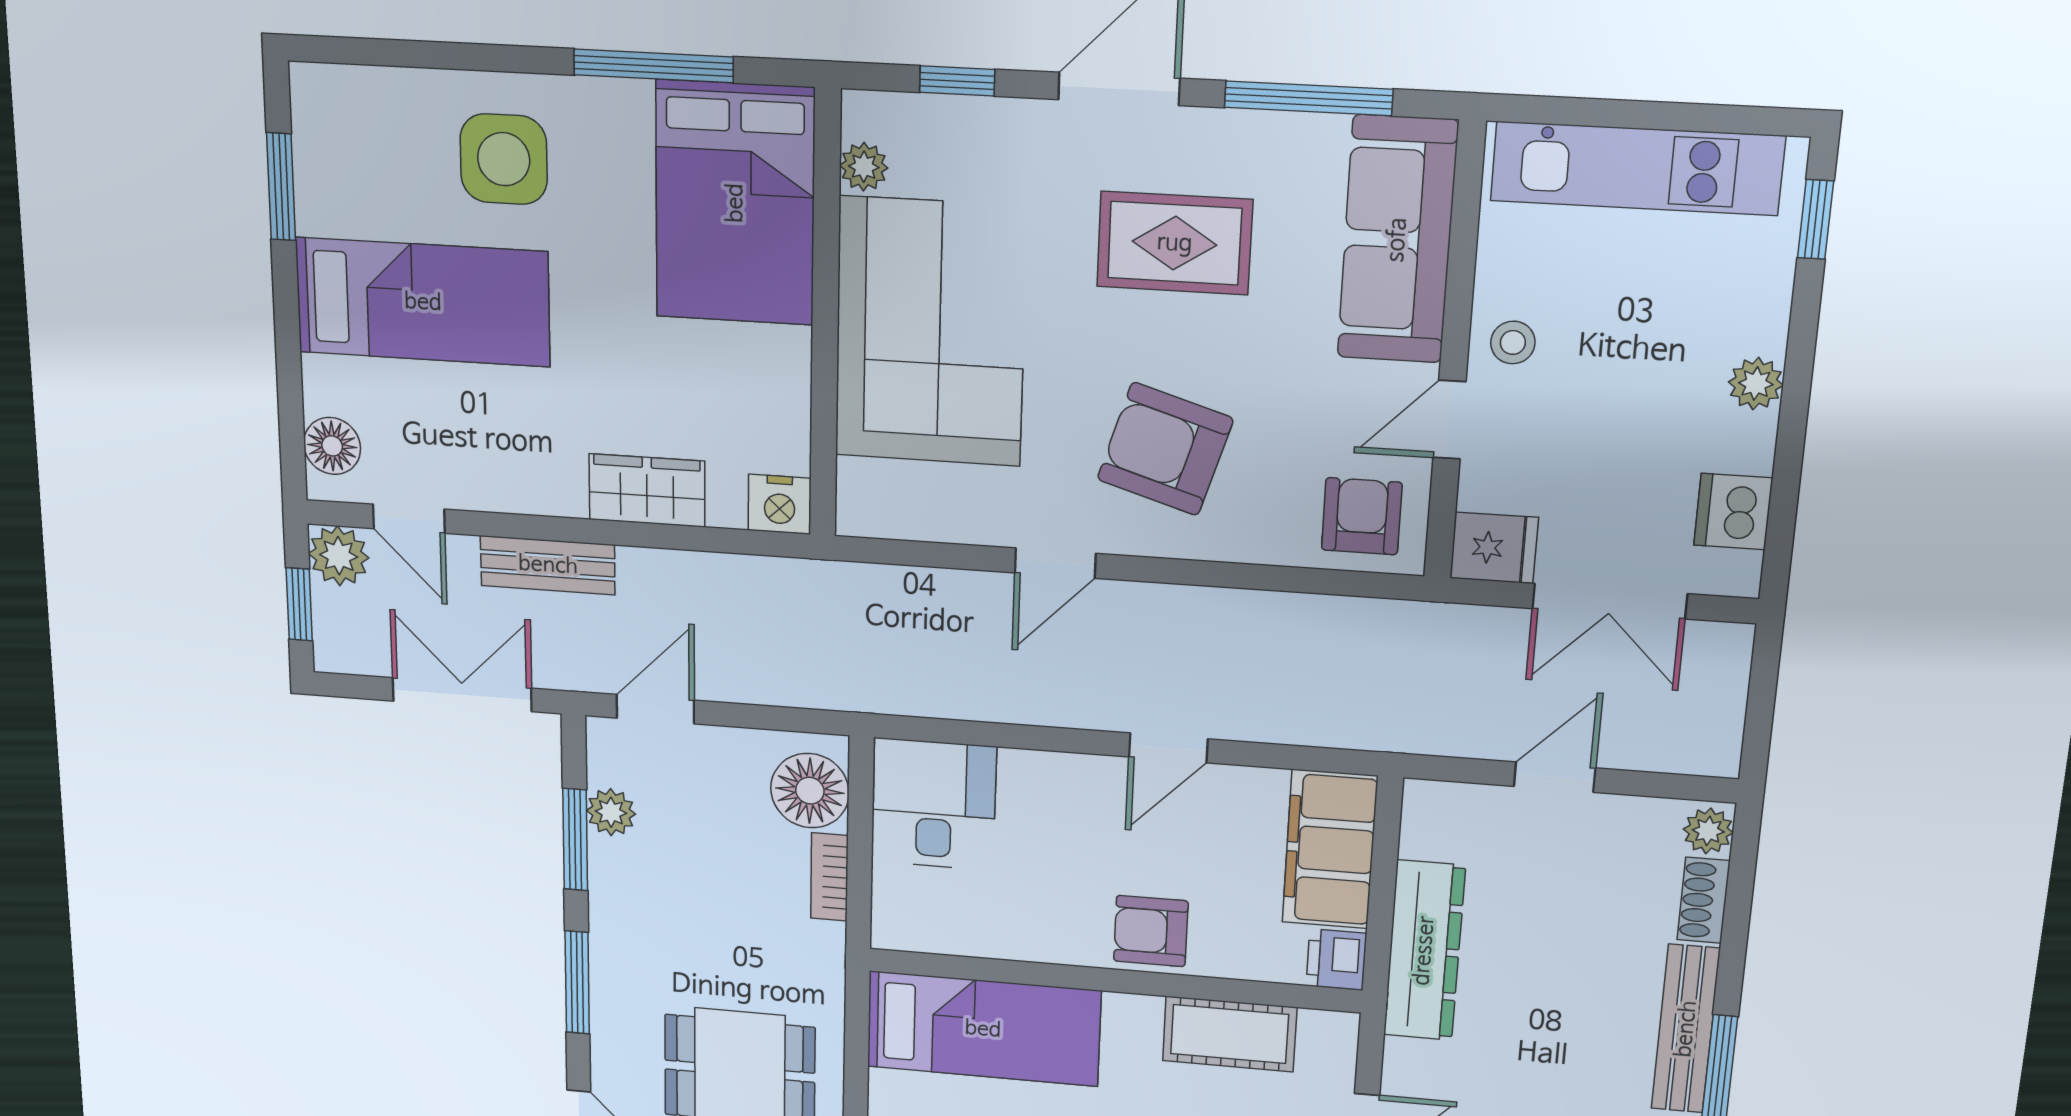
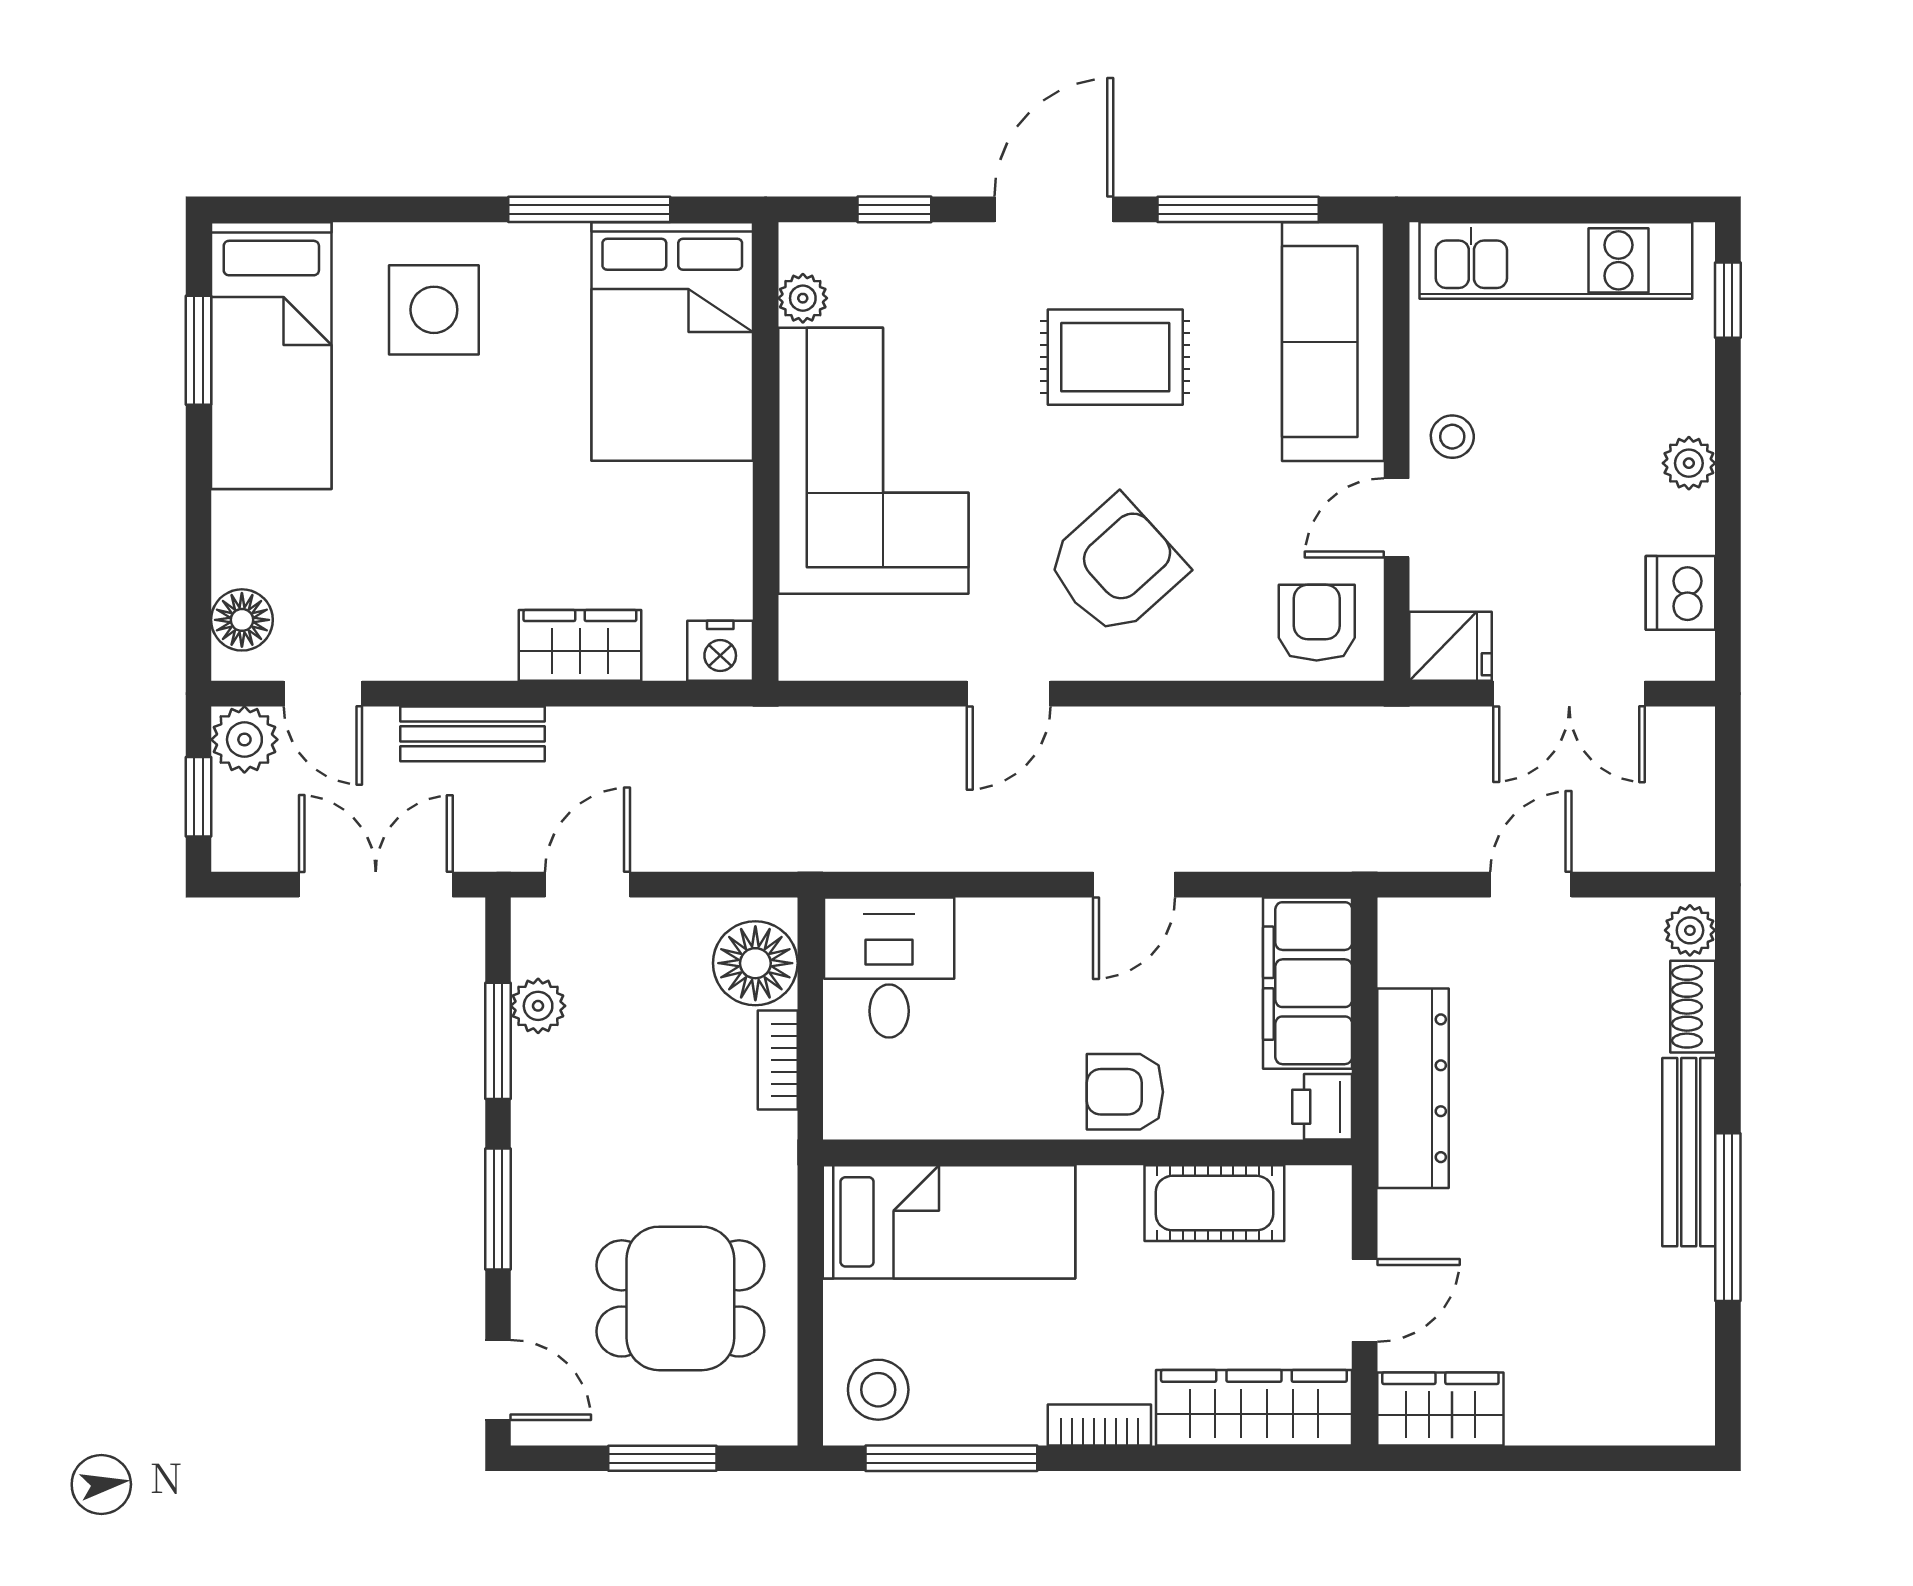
bed: (423, 302) -> (271, 356), moved, turned 90
armchair: (1165, 449) -> (1116, 566), turned 121

